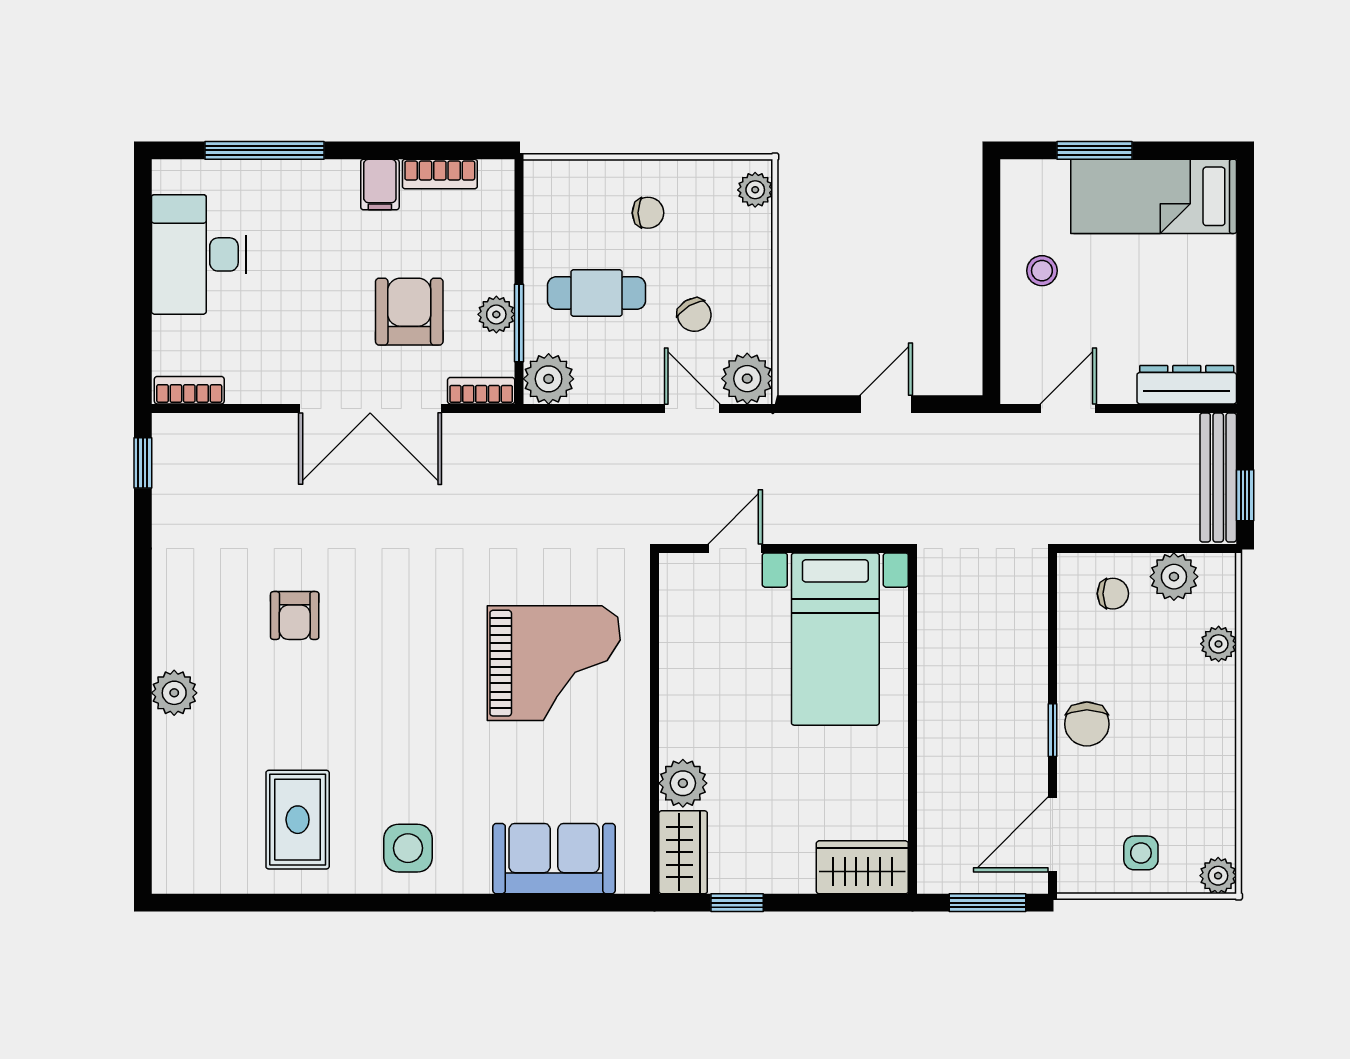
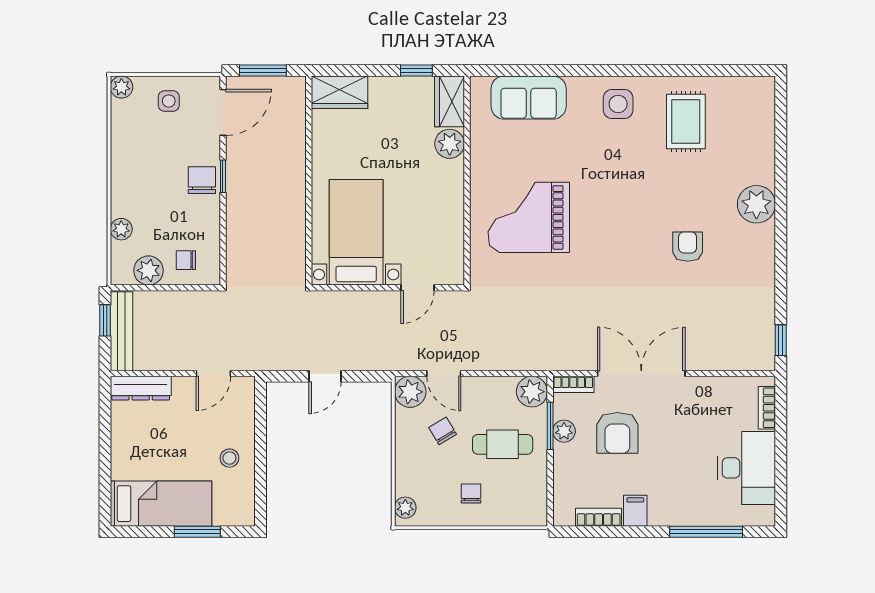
chair: (648, 213) -> (471, 494), turned 90
bookcase: (189, 390) -> (767, 408), moved, turned 90
plant: (174, 693) -> (756, 204), width x1.36, depth x1.36

